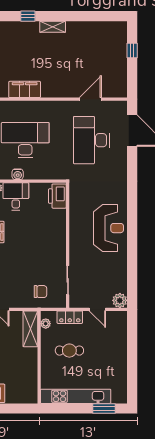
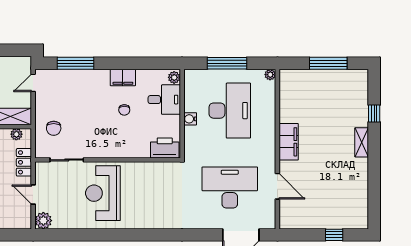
filing cabinet: (25, 89) -> (289, 142), moved
water cooler: (18, 174) -> (190, 119), moved
reception desk: (108, 228) -> (103, 193), moved, turned 90
chair: (25, 231) -> (124, 110), added
door: (97, 309) -> (33, 194), hinge flipped

